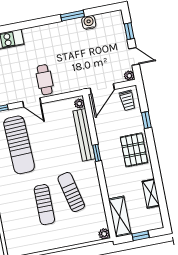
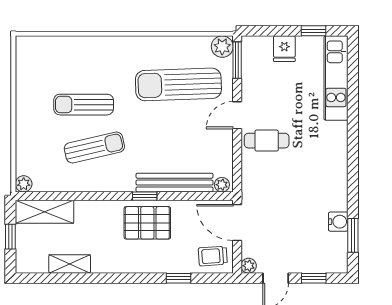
window: (72, 16) -> (353, 235), moved
pallet: (134, 150) -> (147, 223), moved

